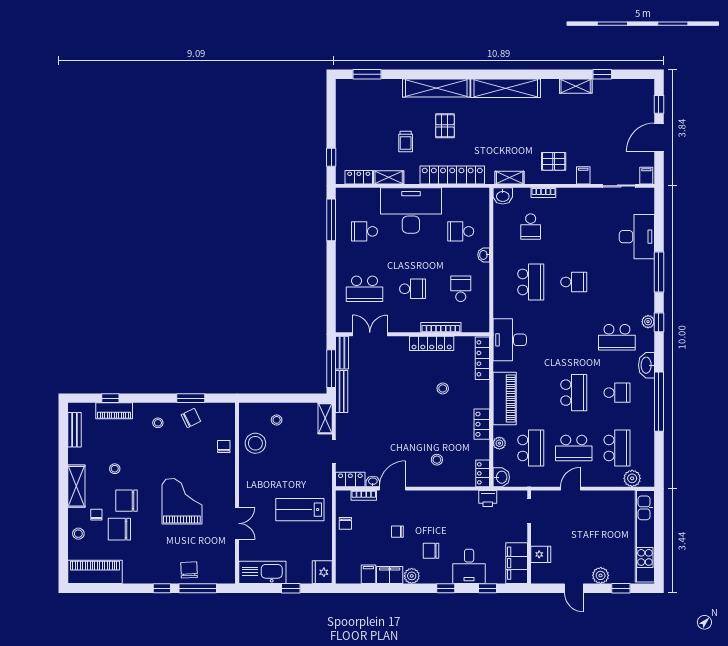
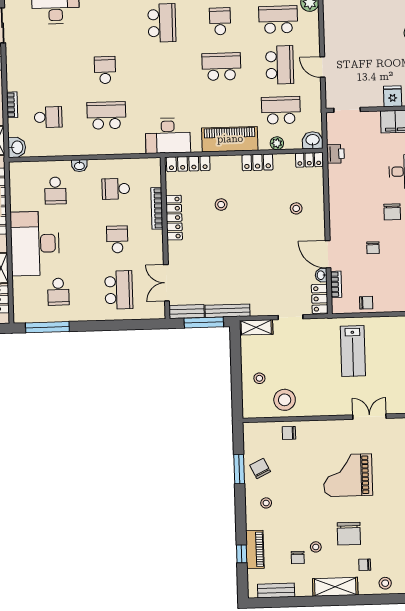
chair: (119, 529) -> (298, 558), moved, width x0.54, depth x0.54

